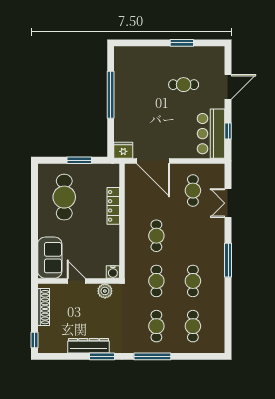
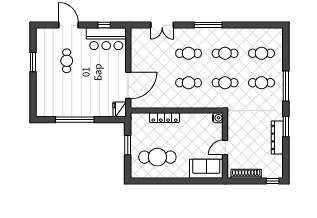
cafe table: (193, 191) -> (189, 53), moved
plant: (105, 291) -> (233, 124), removed

